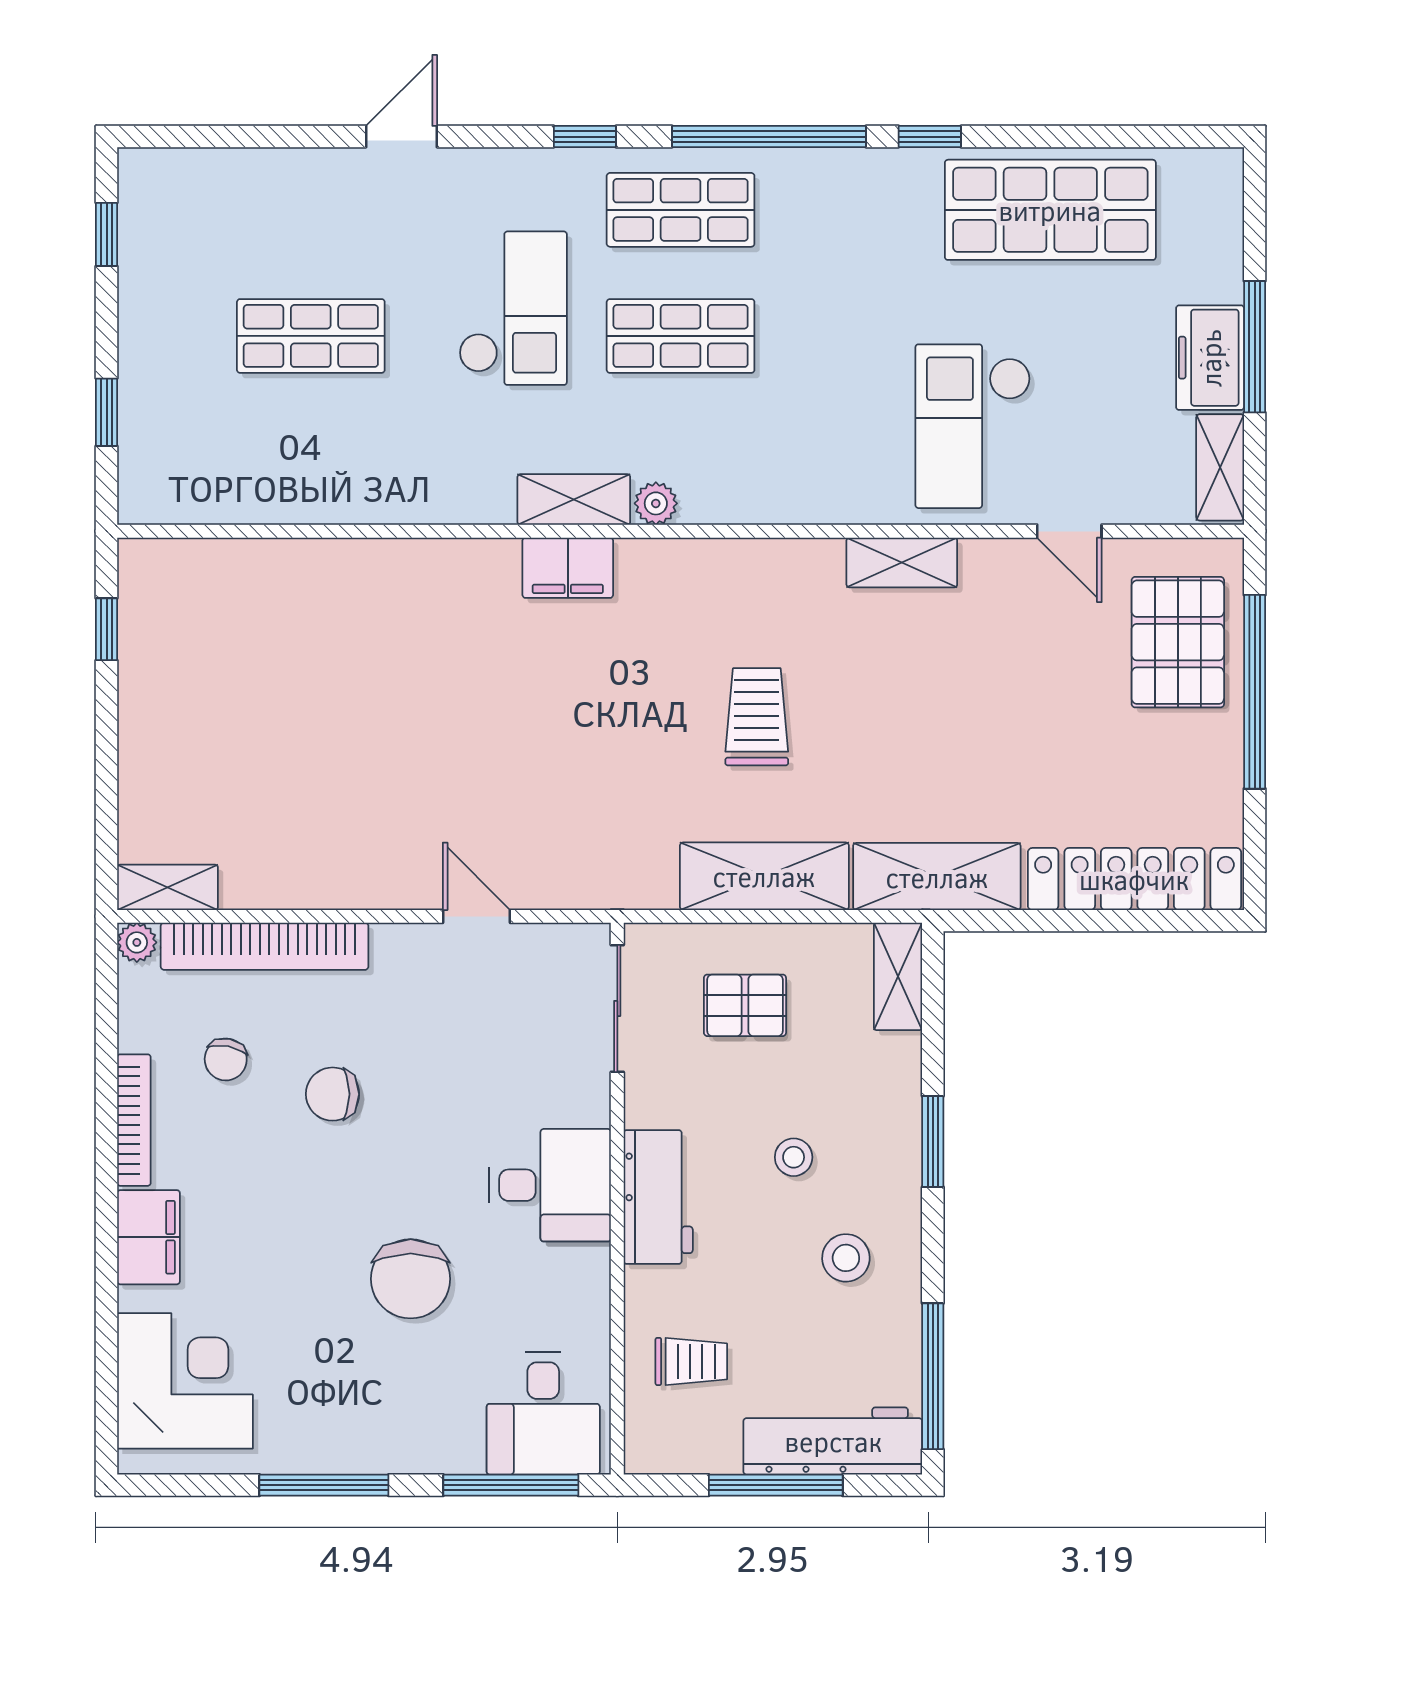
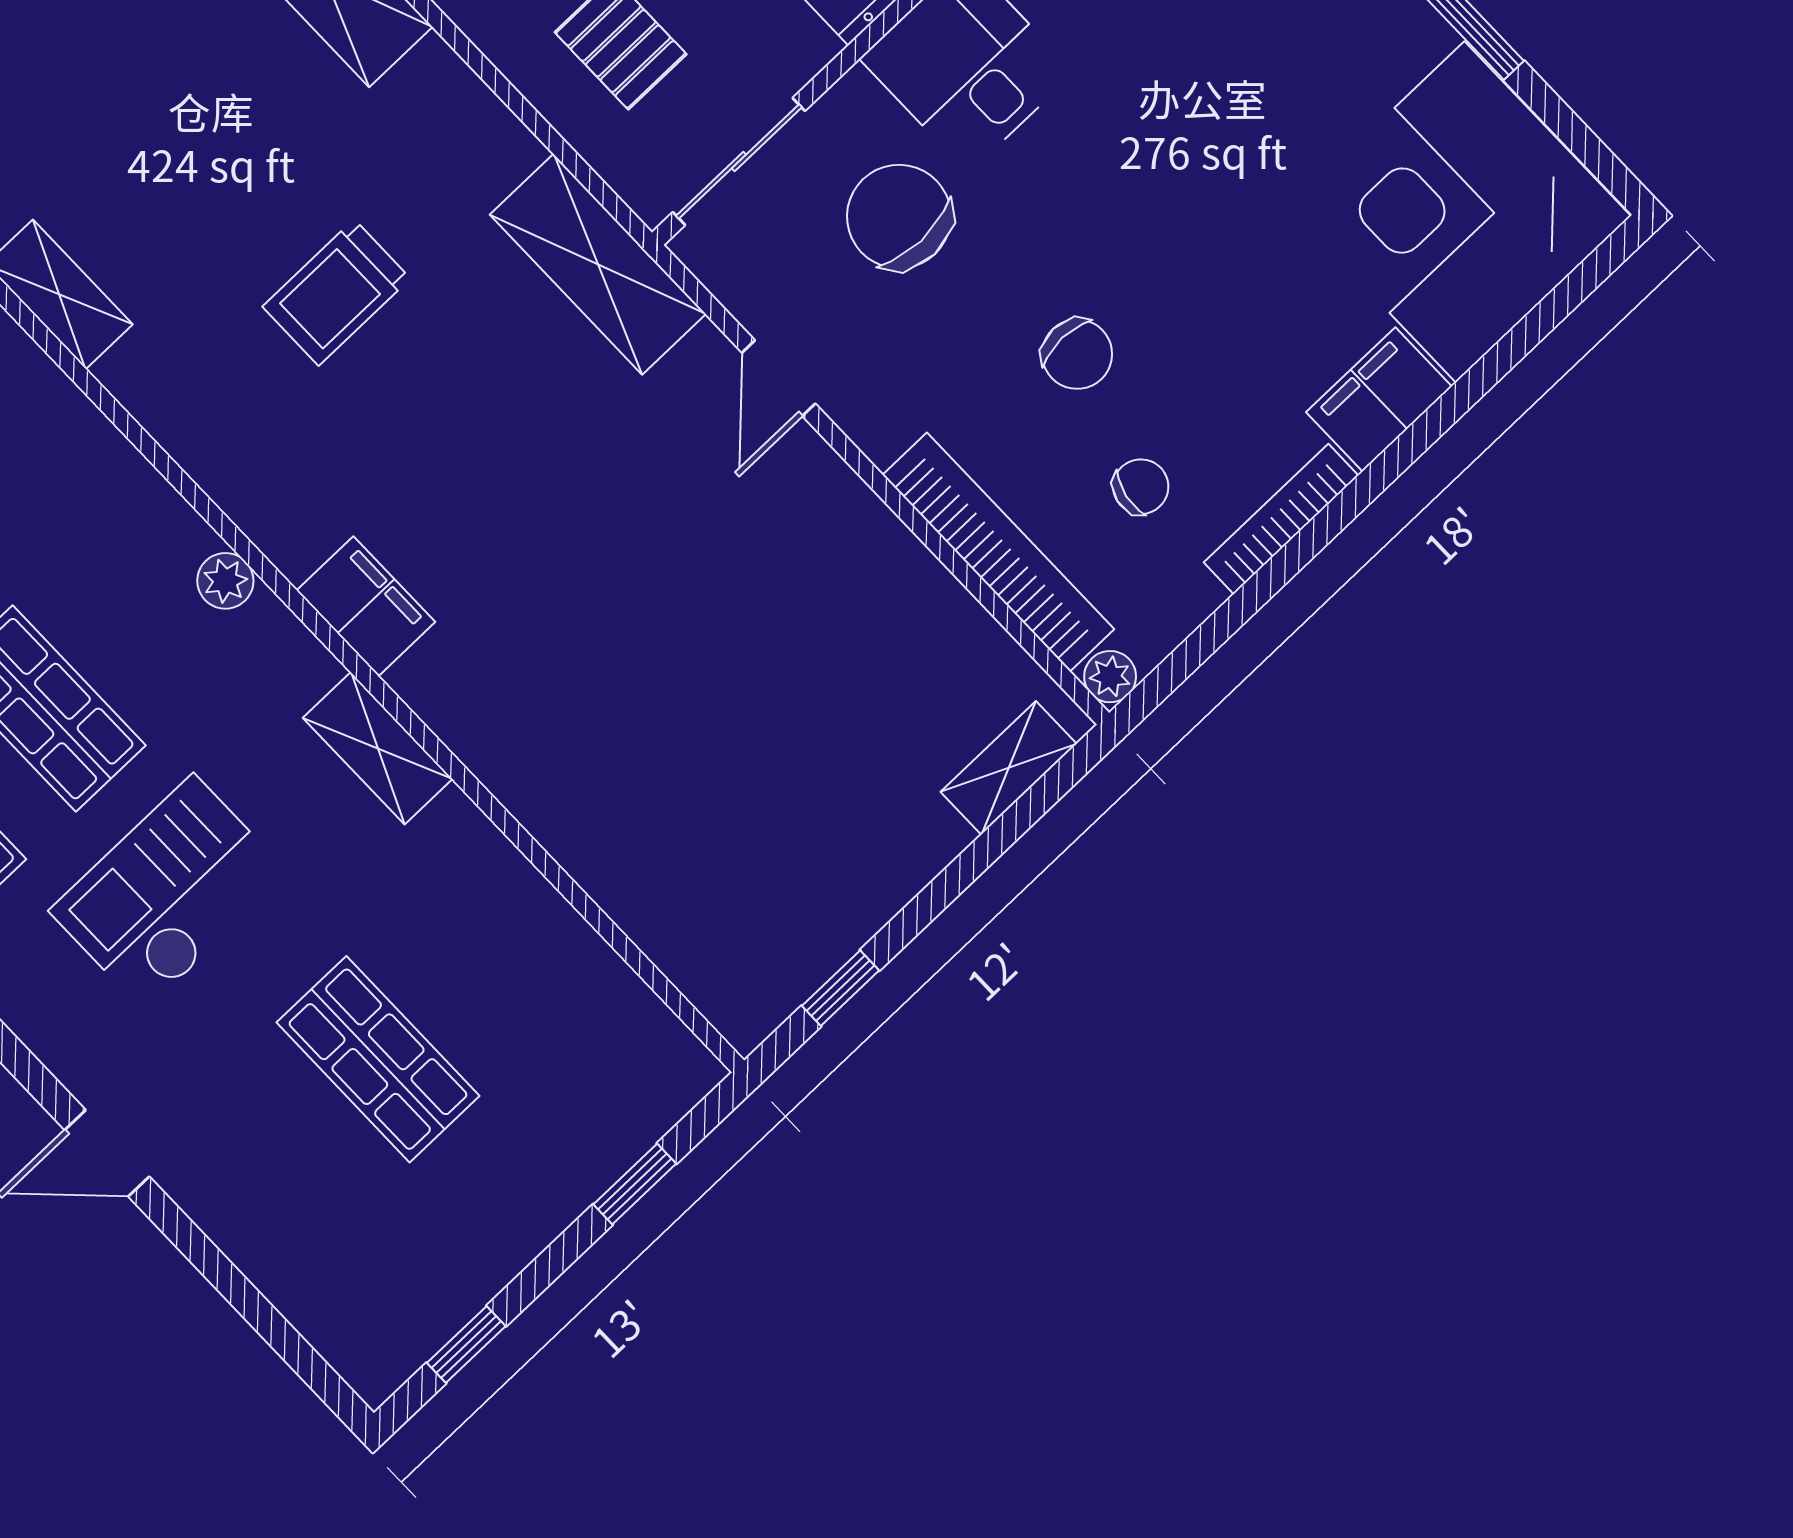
shelving: (574, 499) -> (378, 748), moved
shelving: (764, 876) -> (598, 264), moved
shelving: (167, 887) -> (1009, 768), moved, turned 90
chair: (411, 1279) -> (899, 217), moved, turned -90
corner desk: (185, 1381) -> (1460, 212), width x1.36, depth x1.36

